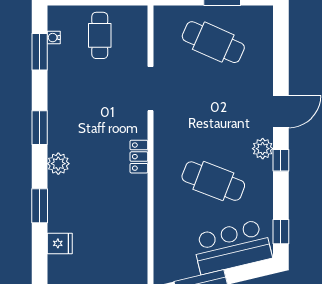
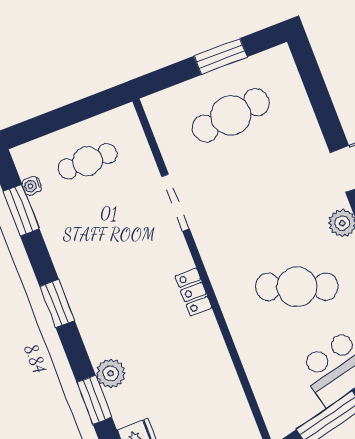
cafe table: (100, 35) -> (88, 161), turned 90
cafe table: (213, 42) -> (231, 115), turned -30
plant: (58, 164) -> (111, 373), moved

